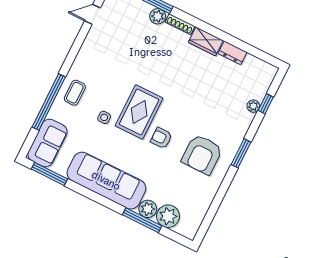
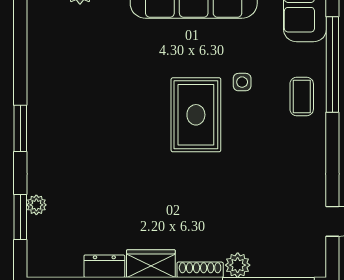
window: (266, 104) -> (20, 217), width x1.50
armchair: (161, 138) -> (146, 93), removed
armchair: (202, 154) -> (75, 99), removed

